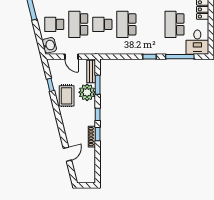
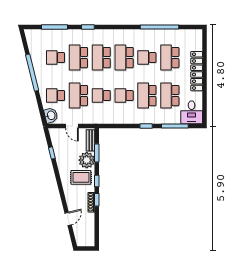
school desk: (126, 24) -> (124, 96), width x0.54
school desk: (150, 24) -> (147, 96), added
rug: (67, 96) -> (81, 177), moved, turned 90

